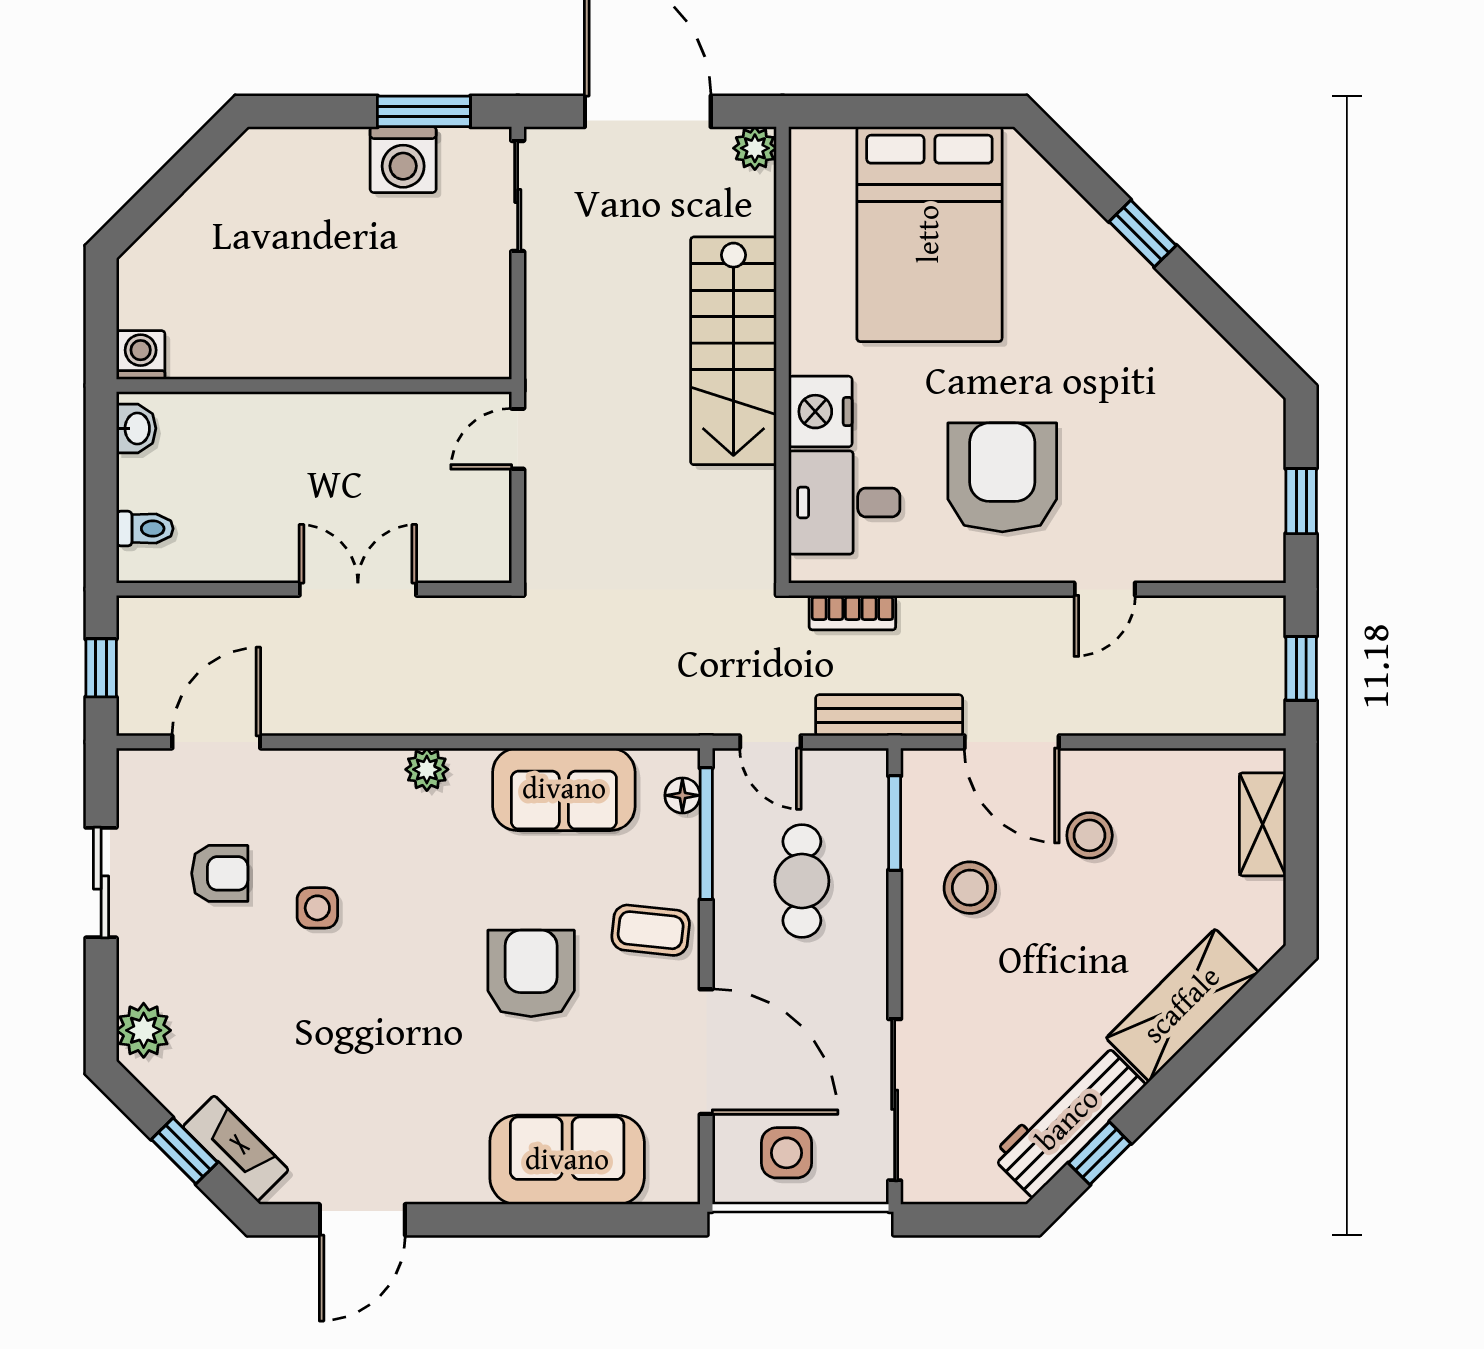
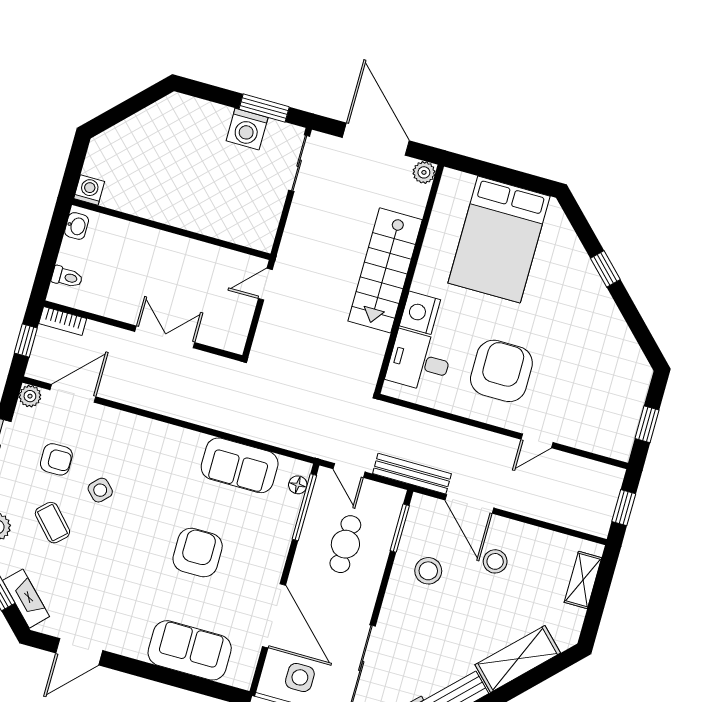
bookcase: (852, 613) -> (63, 321), moved
plant: (427, 769) -> (30, 396), moved
side table: (317, 908) -> (100, 490), turned 45
coffee table: (651, 930) -> (52, 523), moved, turned 41

